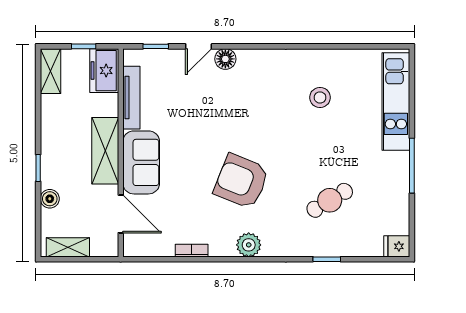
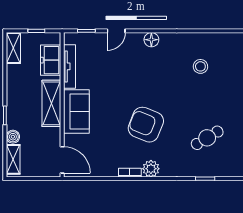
floor lamp: (225, 59) -> (151, 40), moved
freezer: (104, 71) -> (51, 60), moved
door: (121, 214) -> (62, 160), moved
shelving: (68, 247) -> (13, 159), moved, turned 90
bookcase: (192, 251) -> (130, 173), moved

